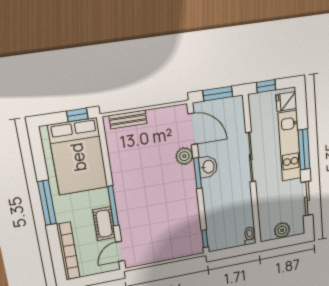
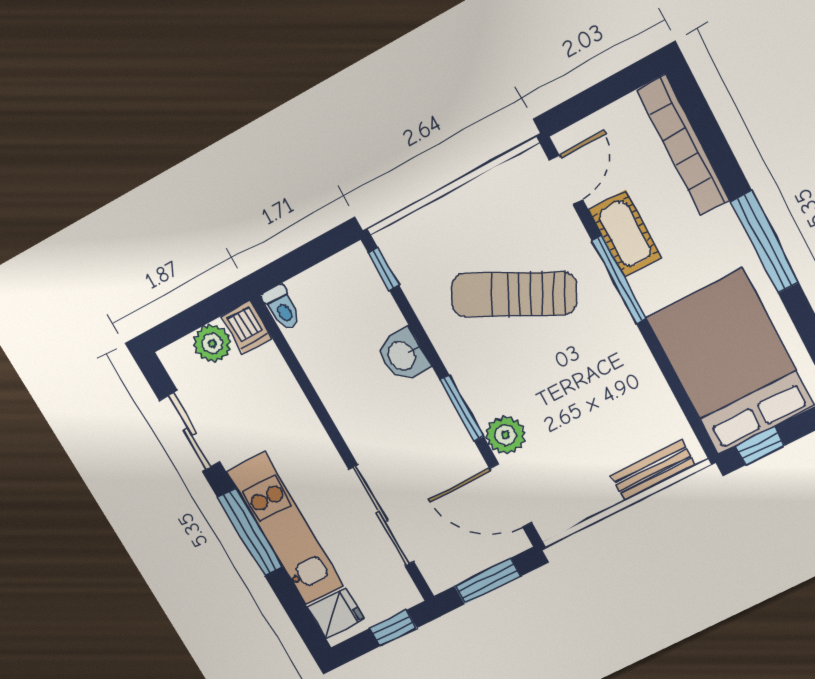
sliding door: (251, 157) -> (381, 516), moved
washbasin: (208, 167) -> (403, 355), moved
sun lounger: (158, 213) -> (514, 294), added
dishwasher: (266, 232) -> (247, 327), added

